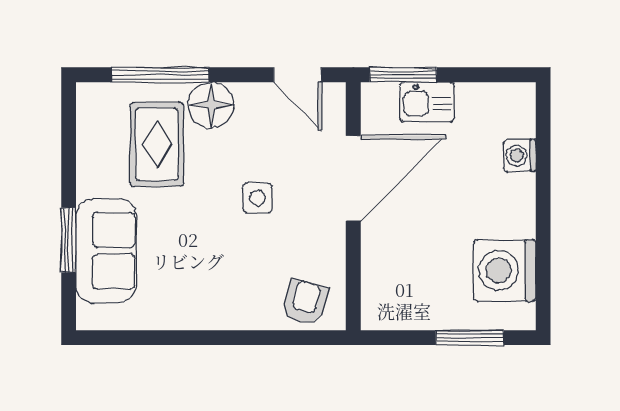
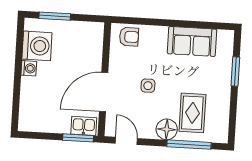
kitchen sink: (427, 102) -> (84, 126), moved
washing machine: (520, 155) -> (29, 68), moved
sofa: (106, 251) -> (192, 41), moved, turned -90
armchair: (305, 302) -> (129, 37), turned -105

